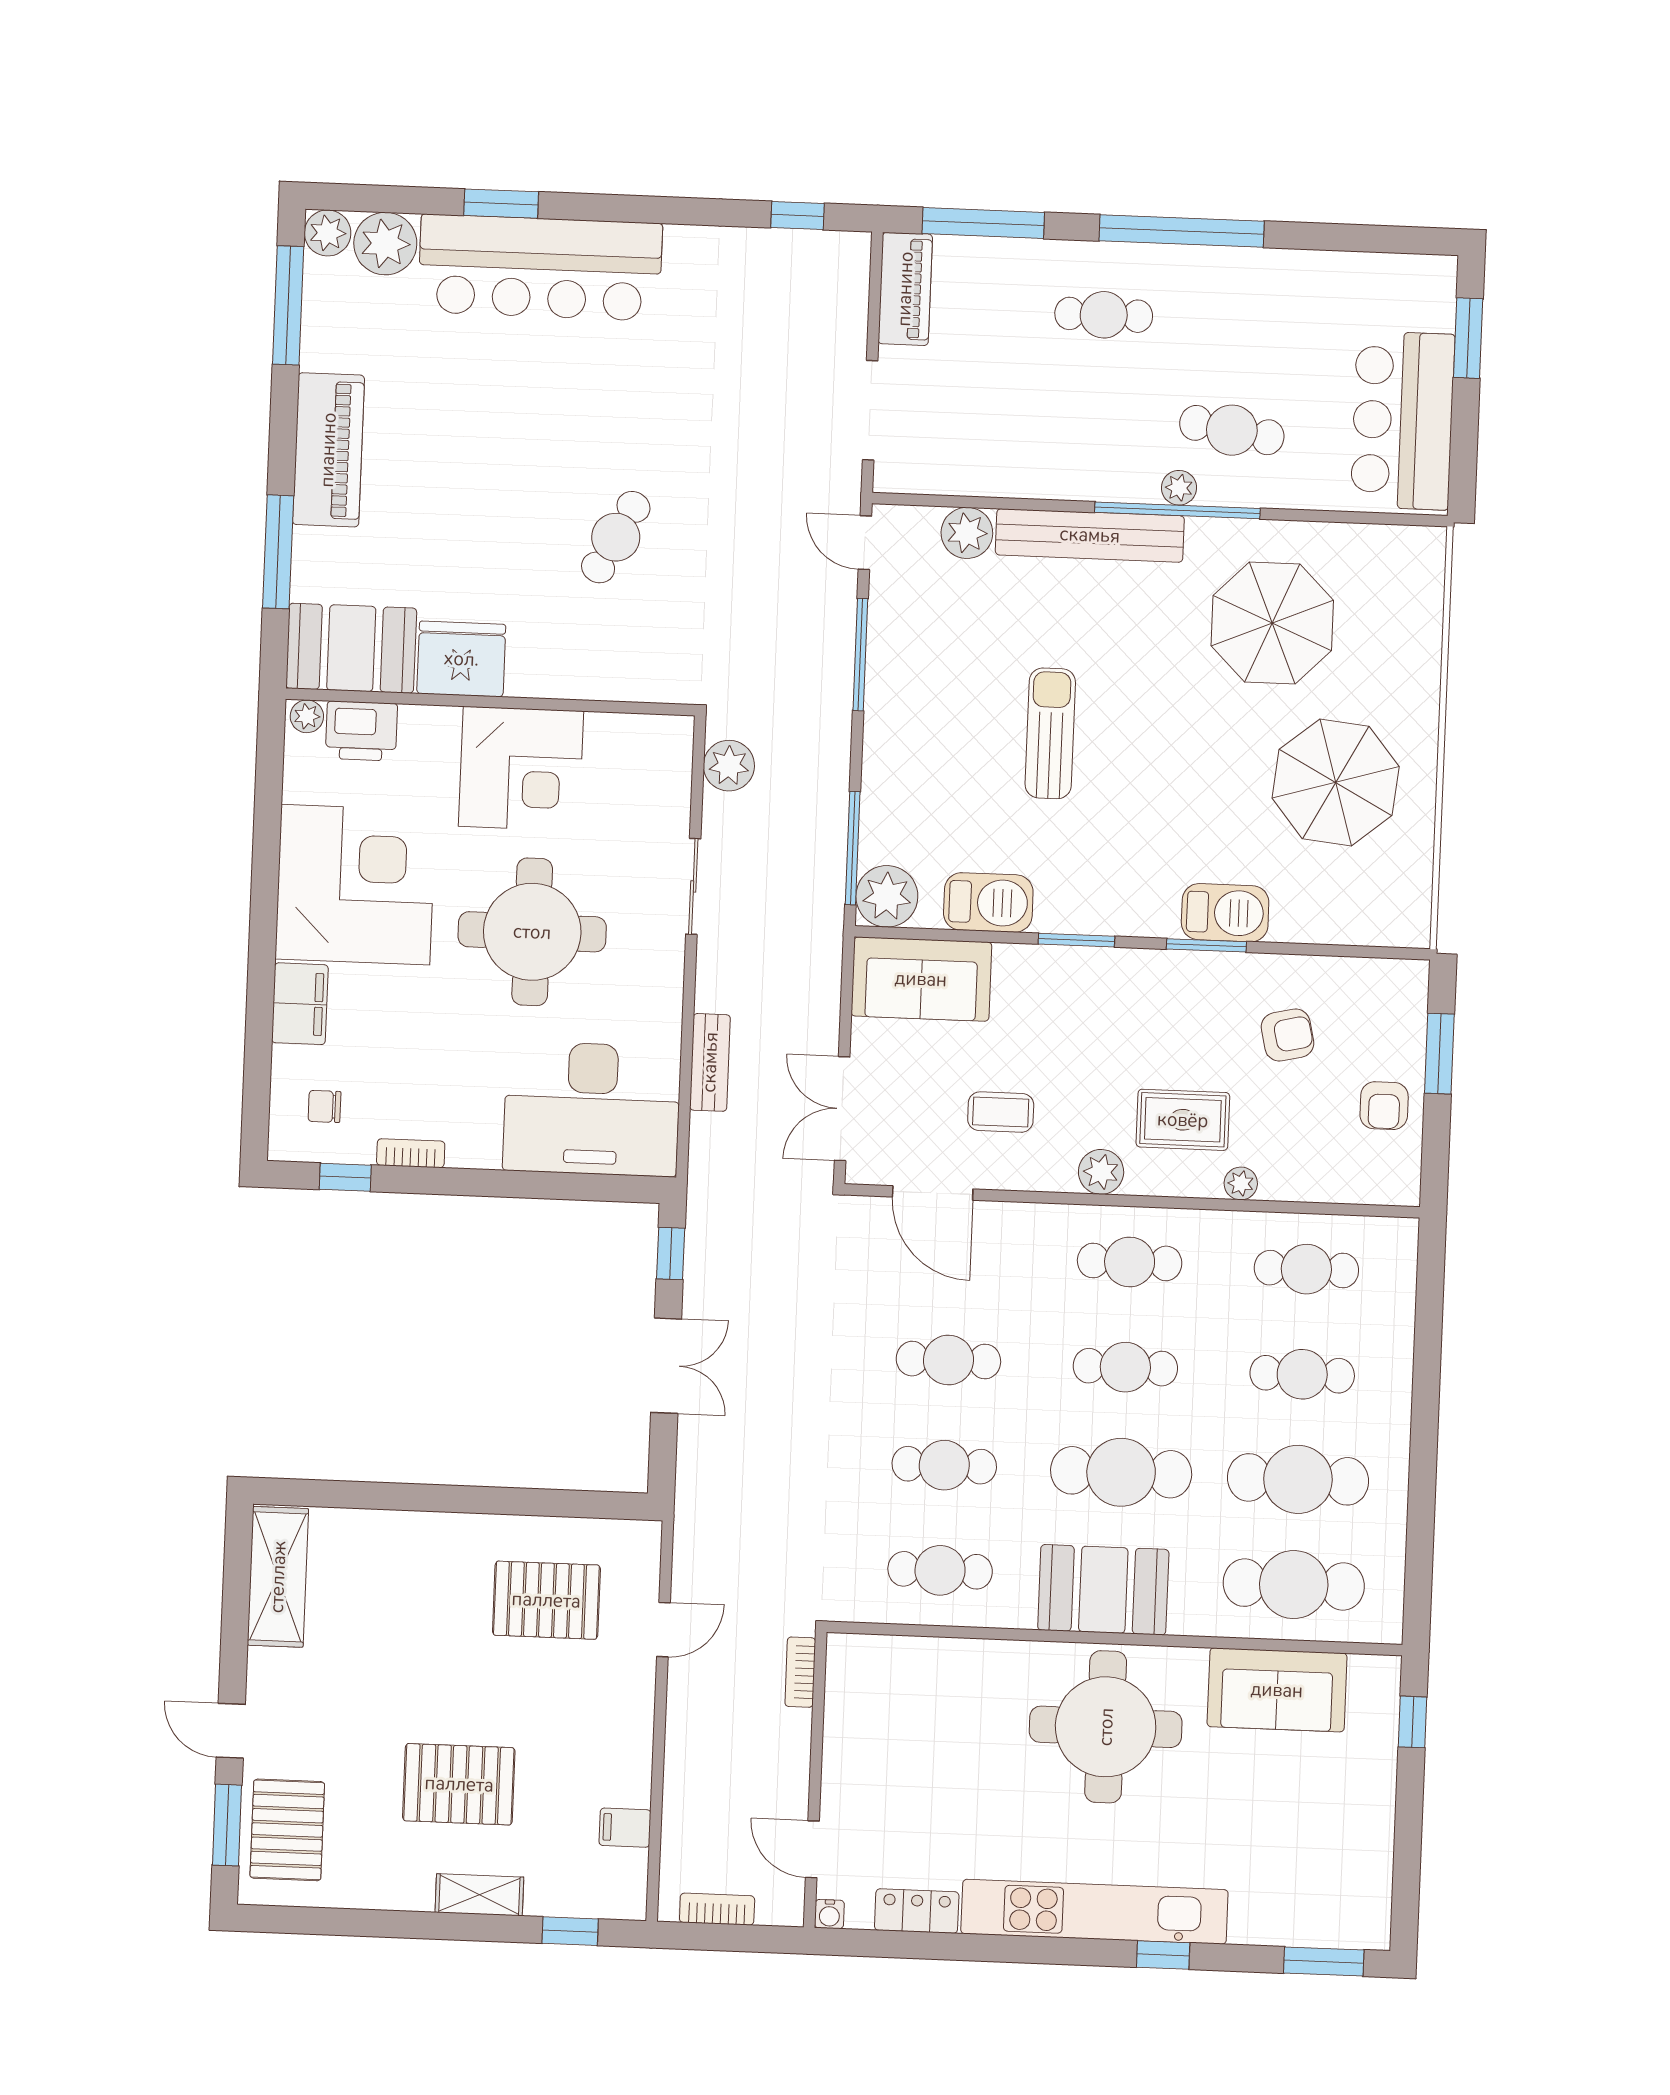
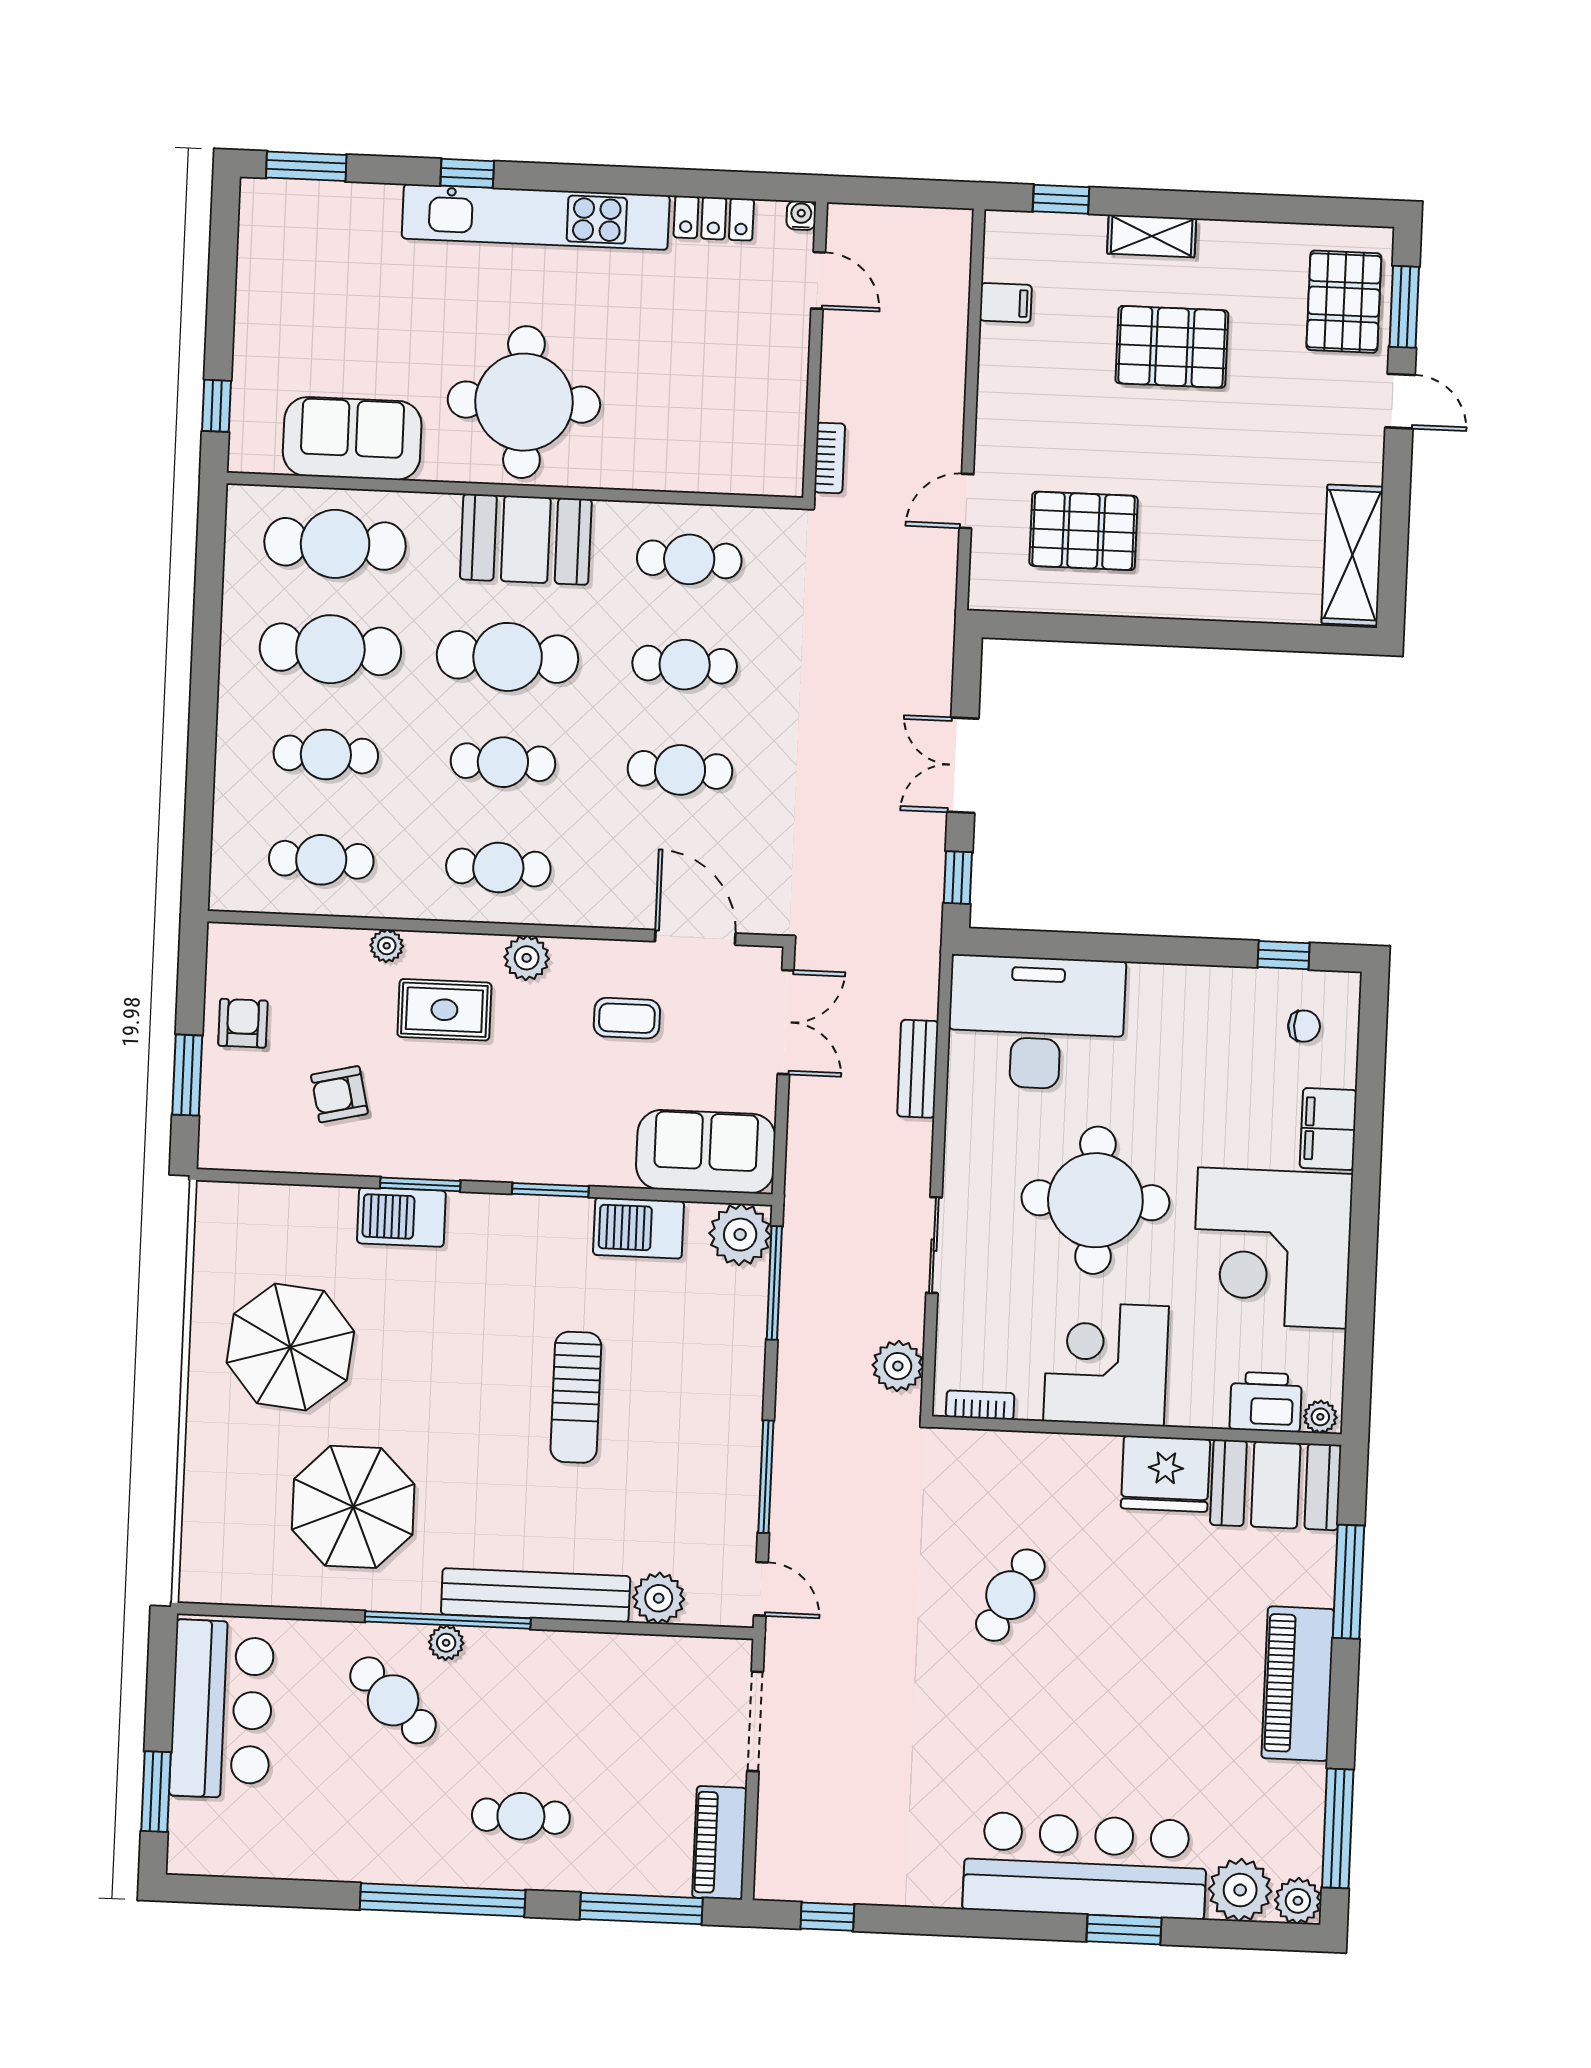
cafe table: (1232, 430) -> (393, 1700), turned 34
bookcase: (411, 1153) -> (980, 1405), moved, turned 180
bookcase: (717, 1909) -> (914, 221), removed

